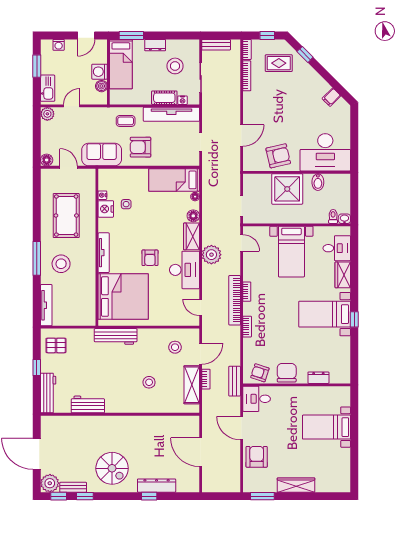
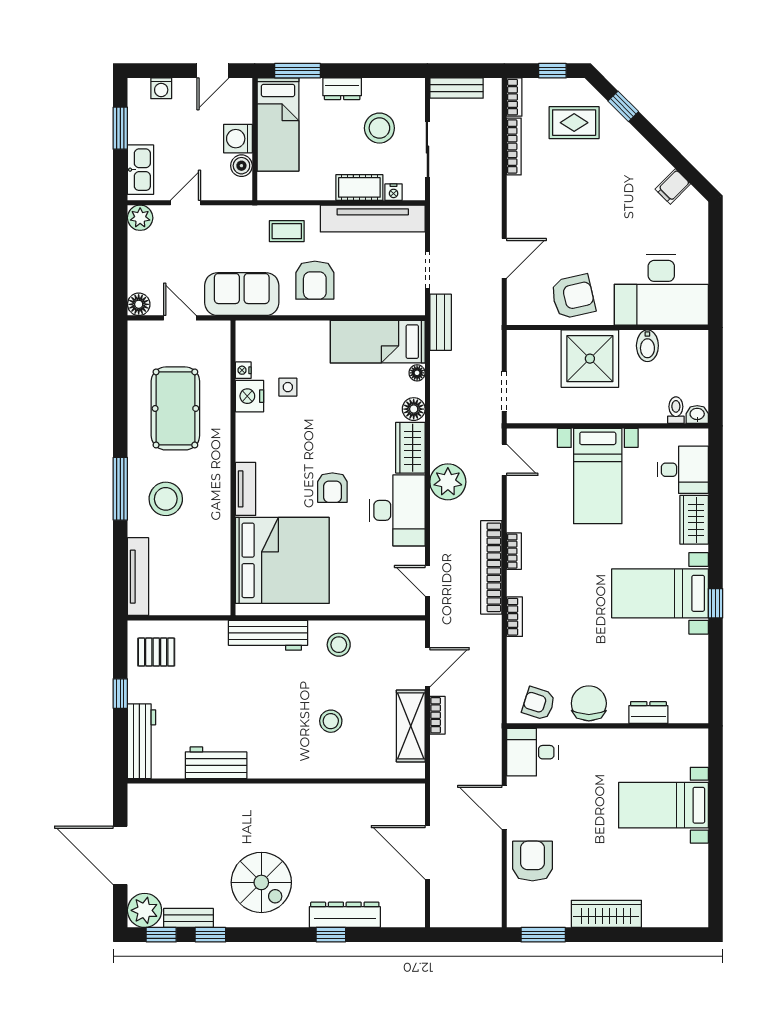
armchair: (141, 147) -> (315, 280), turned -90
tv unit: (104, 253) -> (246, 489), width x0.71
stool: (175, 347) -> (339, 645), moved
bench: (235, 381) -> (441, 322), moved

